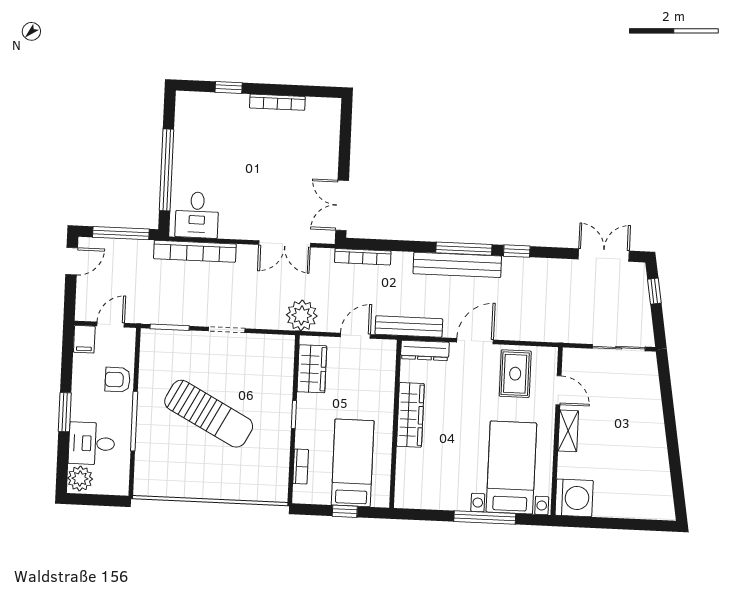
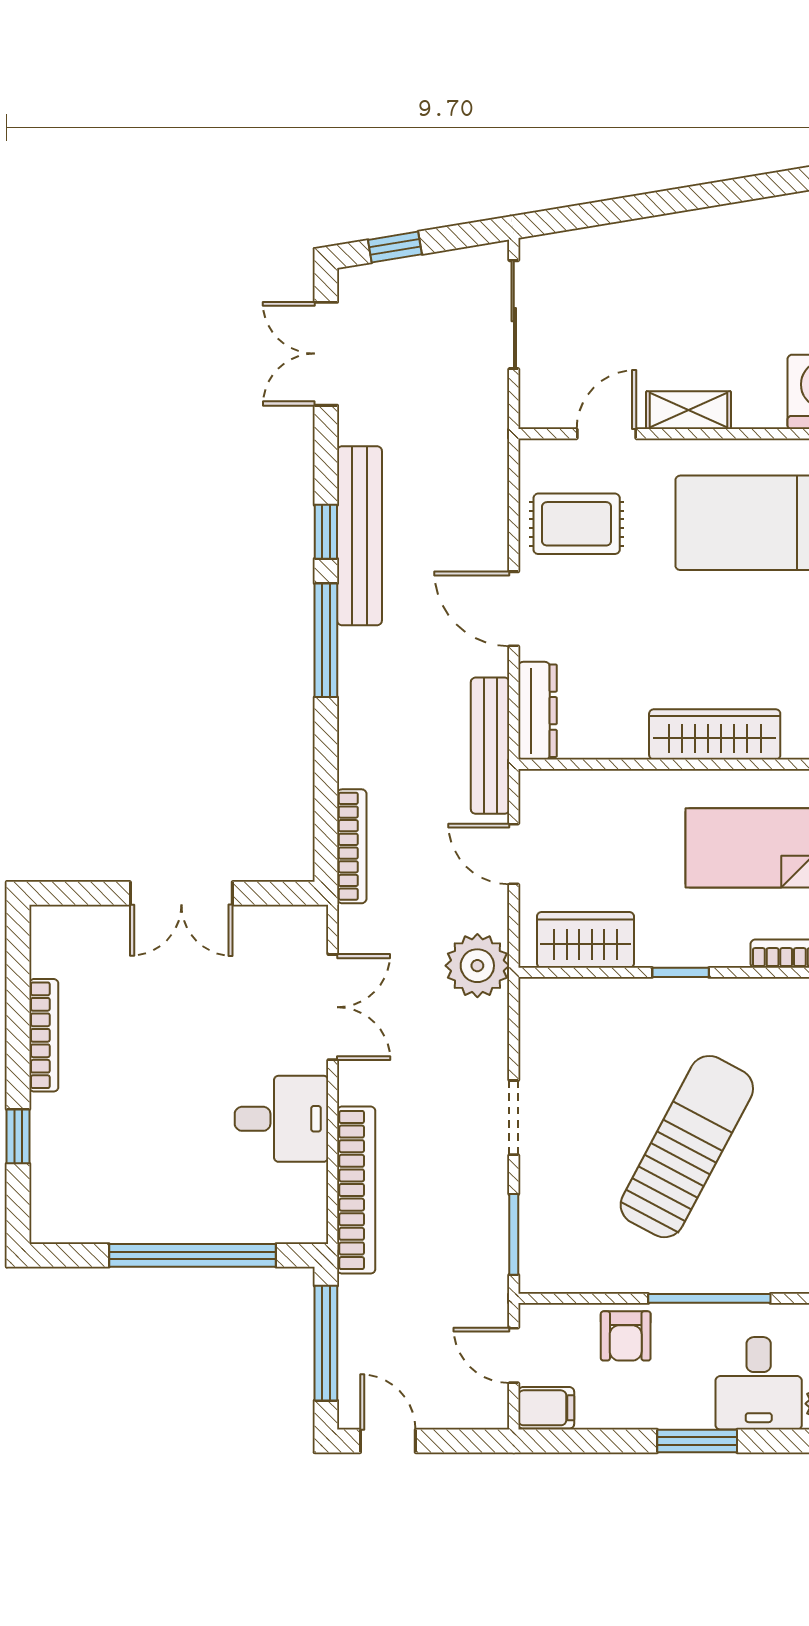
double door: (342, 205) -> (181, 893), moved
desk: (197, 215) -> (282, 1119), moved
bench: (457, 265) -> (359, 536), moved
wardrobe: (410, 415) -> (715, 734), moved

